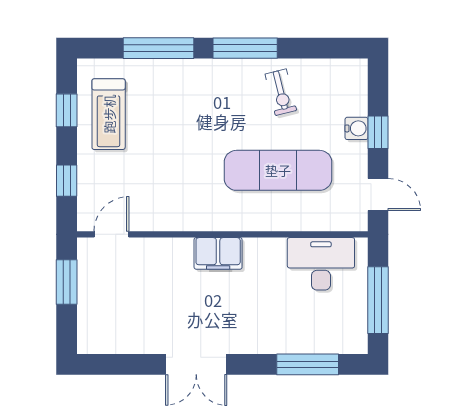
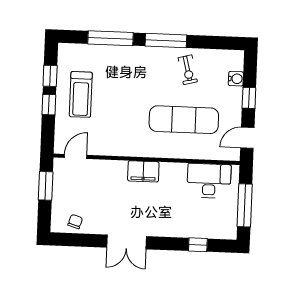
treadmill: (109, 114) -> (81, 94), moved
water cooler: (356, 128) -> (236, 79), moved
window: (67, 181) -> (49, 105), moved
door: (378, 194) -> (247, 138), swing flipped
chair: (115, 336) -> (75, 222), added
window: (308, 364) -> (198, 245), width x0.46

